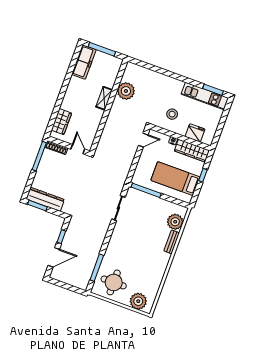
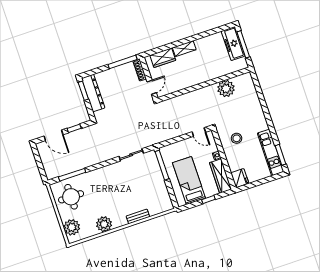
freezer: (84, 62) -> (233, 44), moved, turned 90
shelving: (104, 98) -> (184, 49), moved
fridge: (195, 133) -> (240, 178), moved
plant: (175, 222) -> (104, 224), moved

